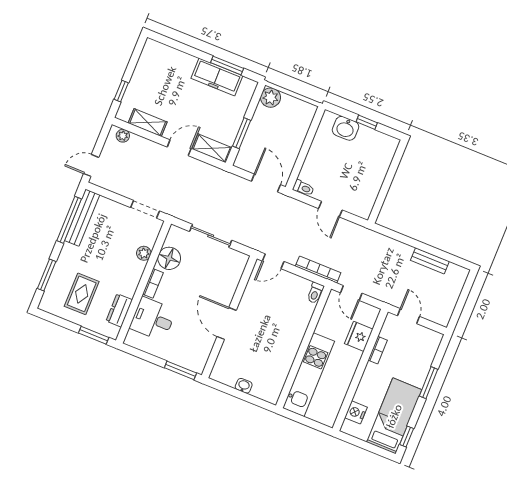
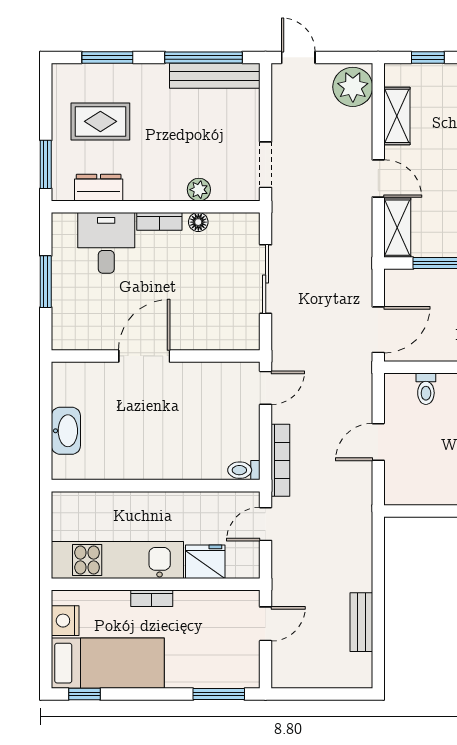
plant: (123, 136) -> (353, 87), width x1.88, depth x1.88
toilet: (303, 188) -> (426, 389), moved
floor lamp: (169, 258) -> (198, 222), width x0.53, depth x0.53
door: (273, 261) -> (266, 388), swing flipped
bookcase: (378, 350) -> (152, 598), moved
window: (180, 370) -> (46, 282), moved
kitchen unit: (309, 375) -> (117, 560), moved, turned 180
window: (428, 383) -> (219, 694), moved
washbasin: (244, 386) -> (66, 431), width x1.91, depth x1.45
nightstand: (356, 412) -> (65, 621), moved, turned -90

